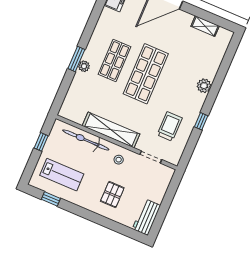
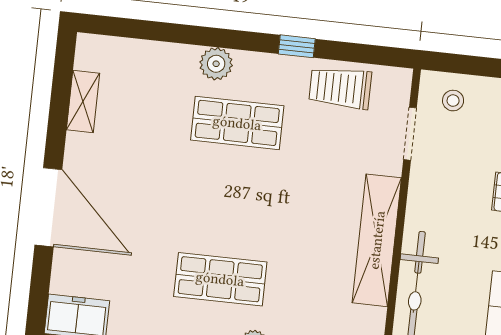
shop shelf: (146, 74) -> (237, 123), moved, width x0.70, depth x0.74
trolley: (170, 126) -> (340, 88), moved
stool: (119, 160) -> (453, 101), moved

